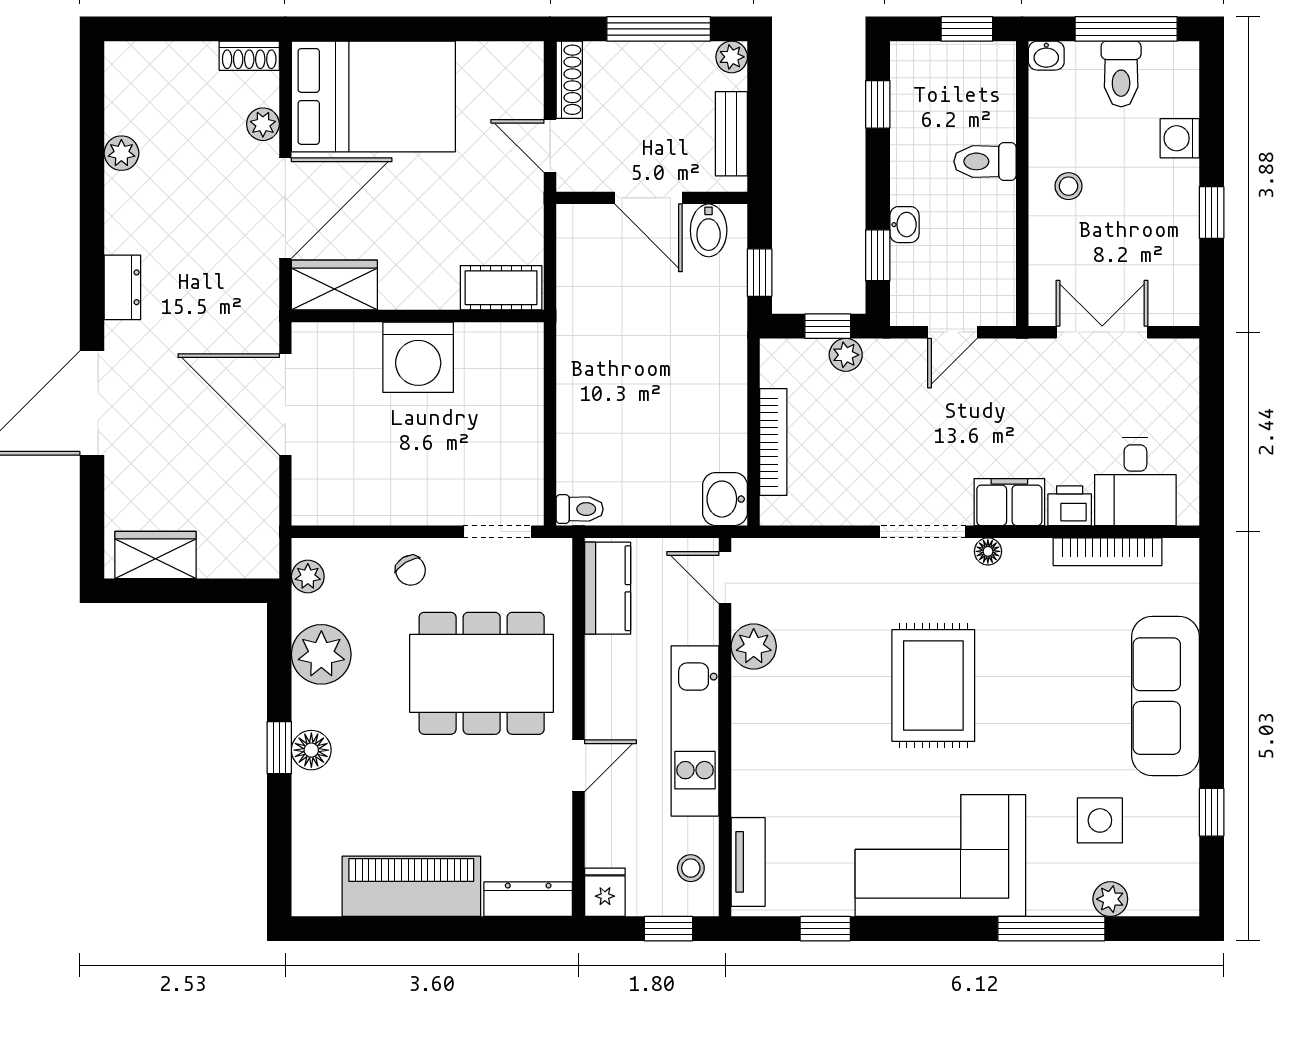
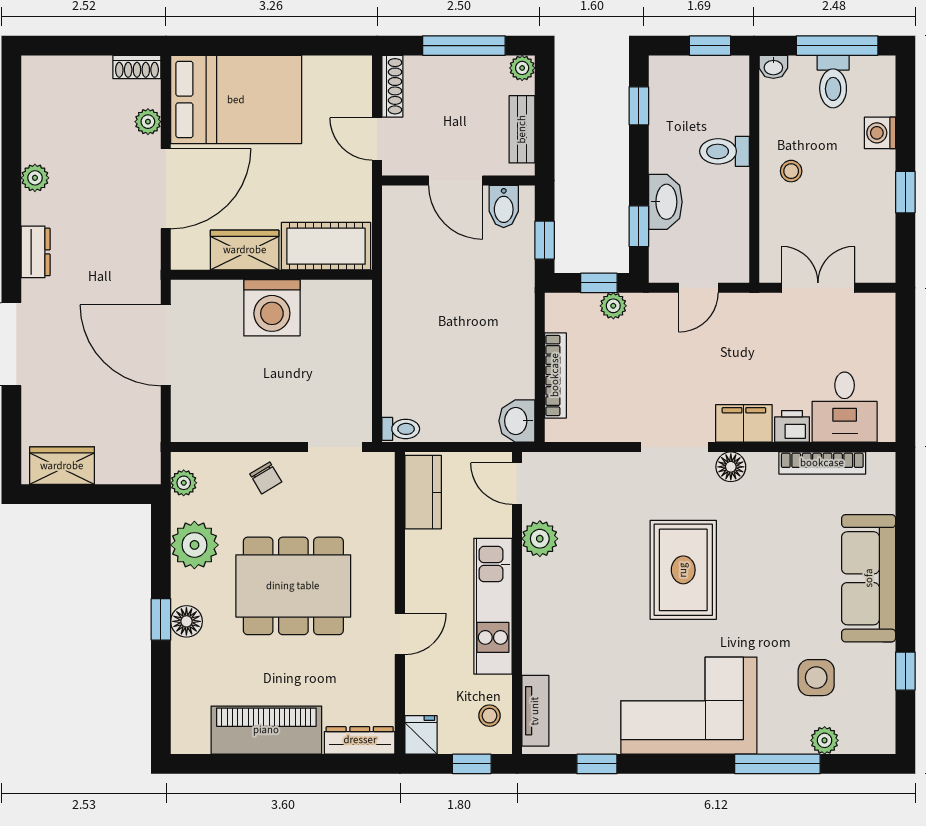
plant: (121, 153) -> (35, 178), moved
washbasin: (904, 225) -> (665, 202), width x1.91, depth x1.45
wardrobe: (334, 285) -> (245, 250), moved
cot: (501, 288) -> (326, 246), width x1.37, depth x1.34
floor lamp: (988, 551) -> (731, 467), width x1.37, depth x1.37
dining table: (482, 673) -> (293, 586), moved

